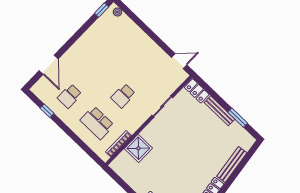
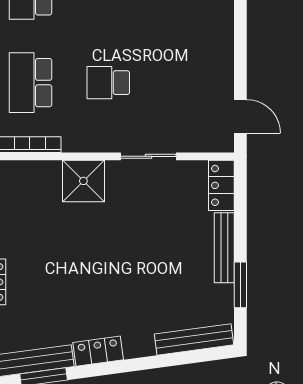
shower: (138, 148) -> (83, 181), moved
bench: (232, 165) -> (194, 339), moved

